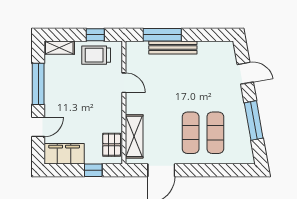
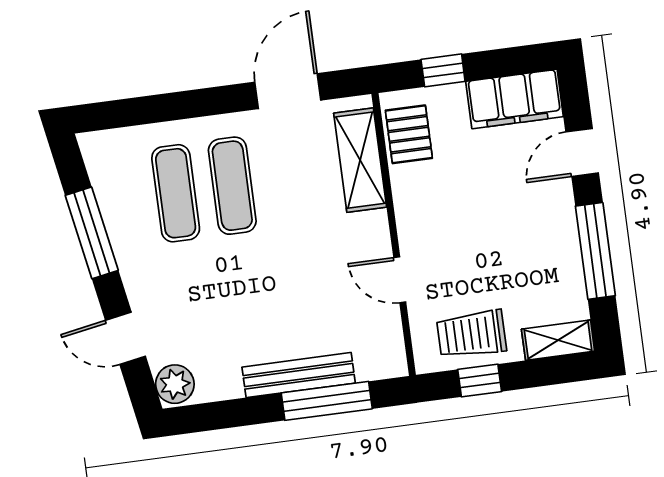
plant: (227, 51) -> (175, 384), added
trolley: (96, 55) -> (472, 334), turned 180

